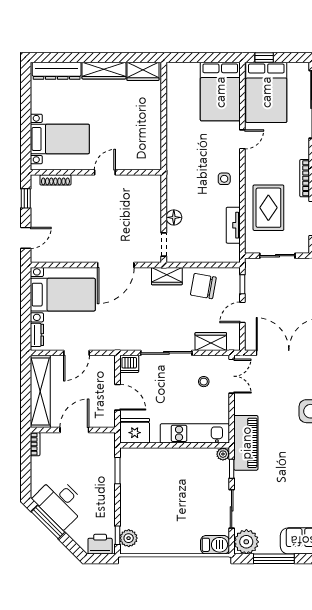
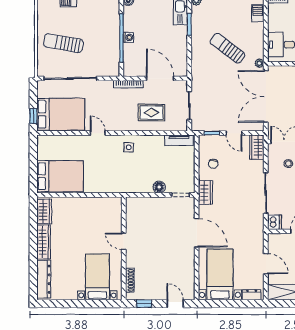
bed: (220, 92) -> (60, 176), moved
rug: (268, 208) -> (152, 113), width x0.73, depth x0.70
tv unit: (233, 225) -> (179, 140), moved
chair: (203, 286) -> (213, 164), width x0.54, depth x0.54
wardrobe: (211, 341) -> (257, 147), moved

